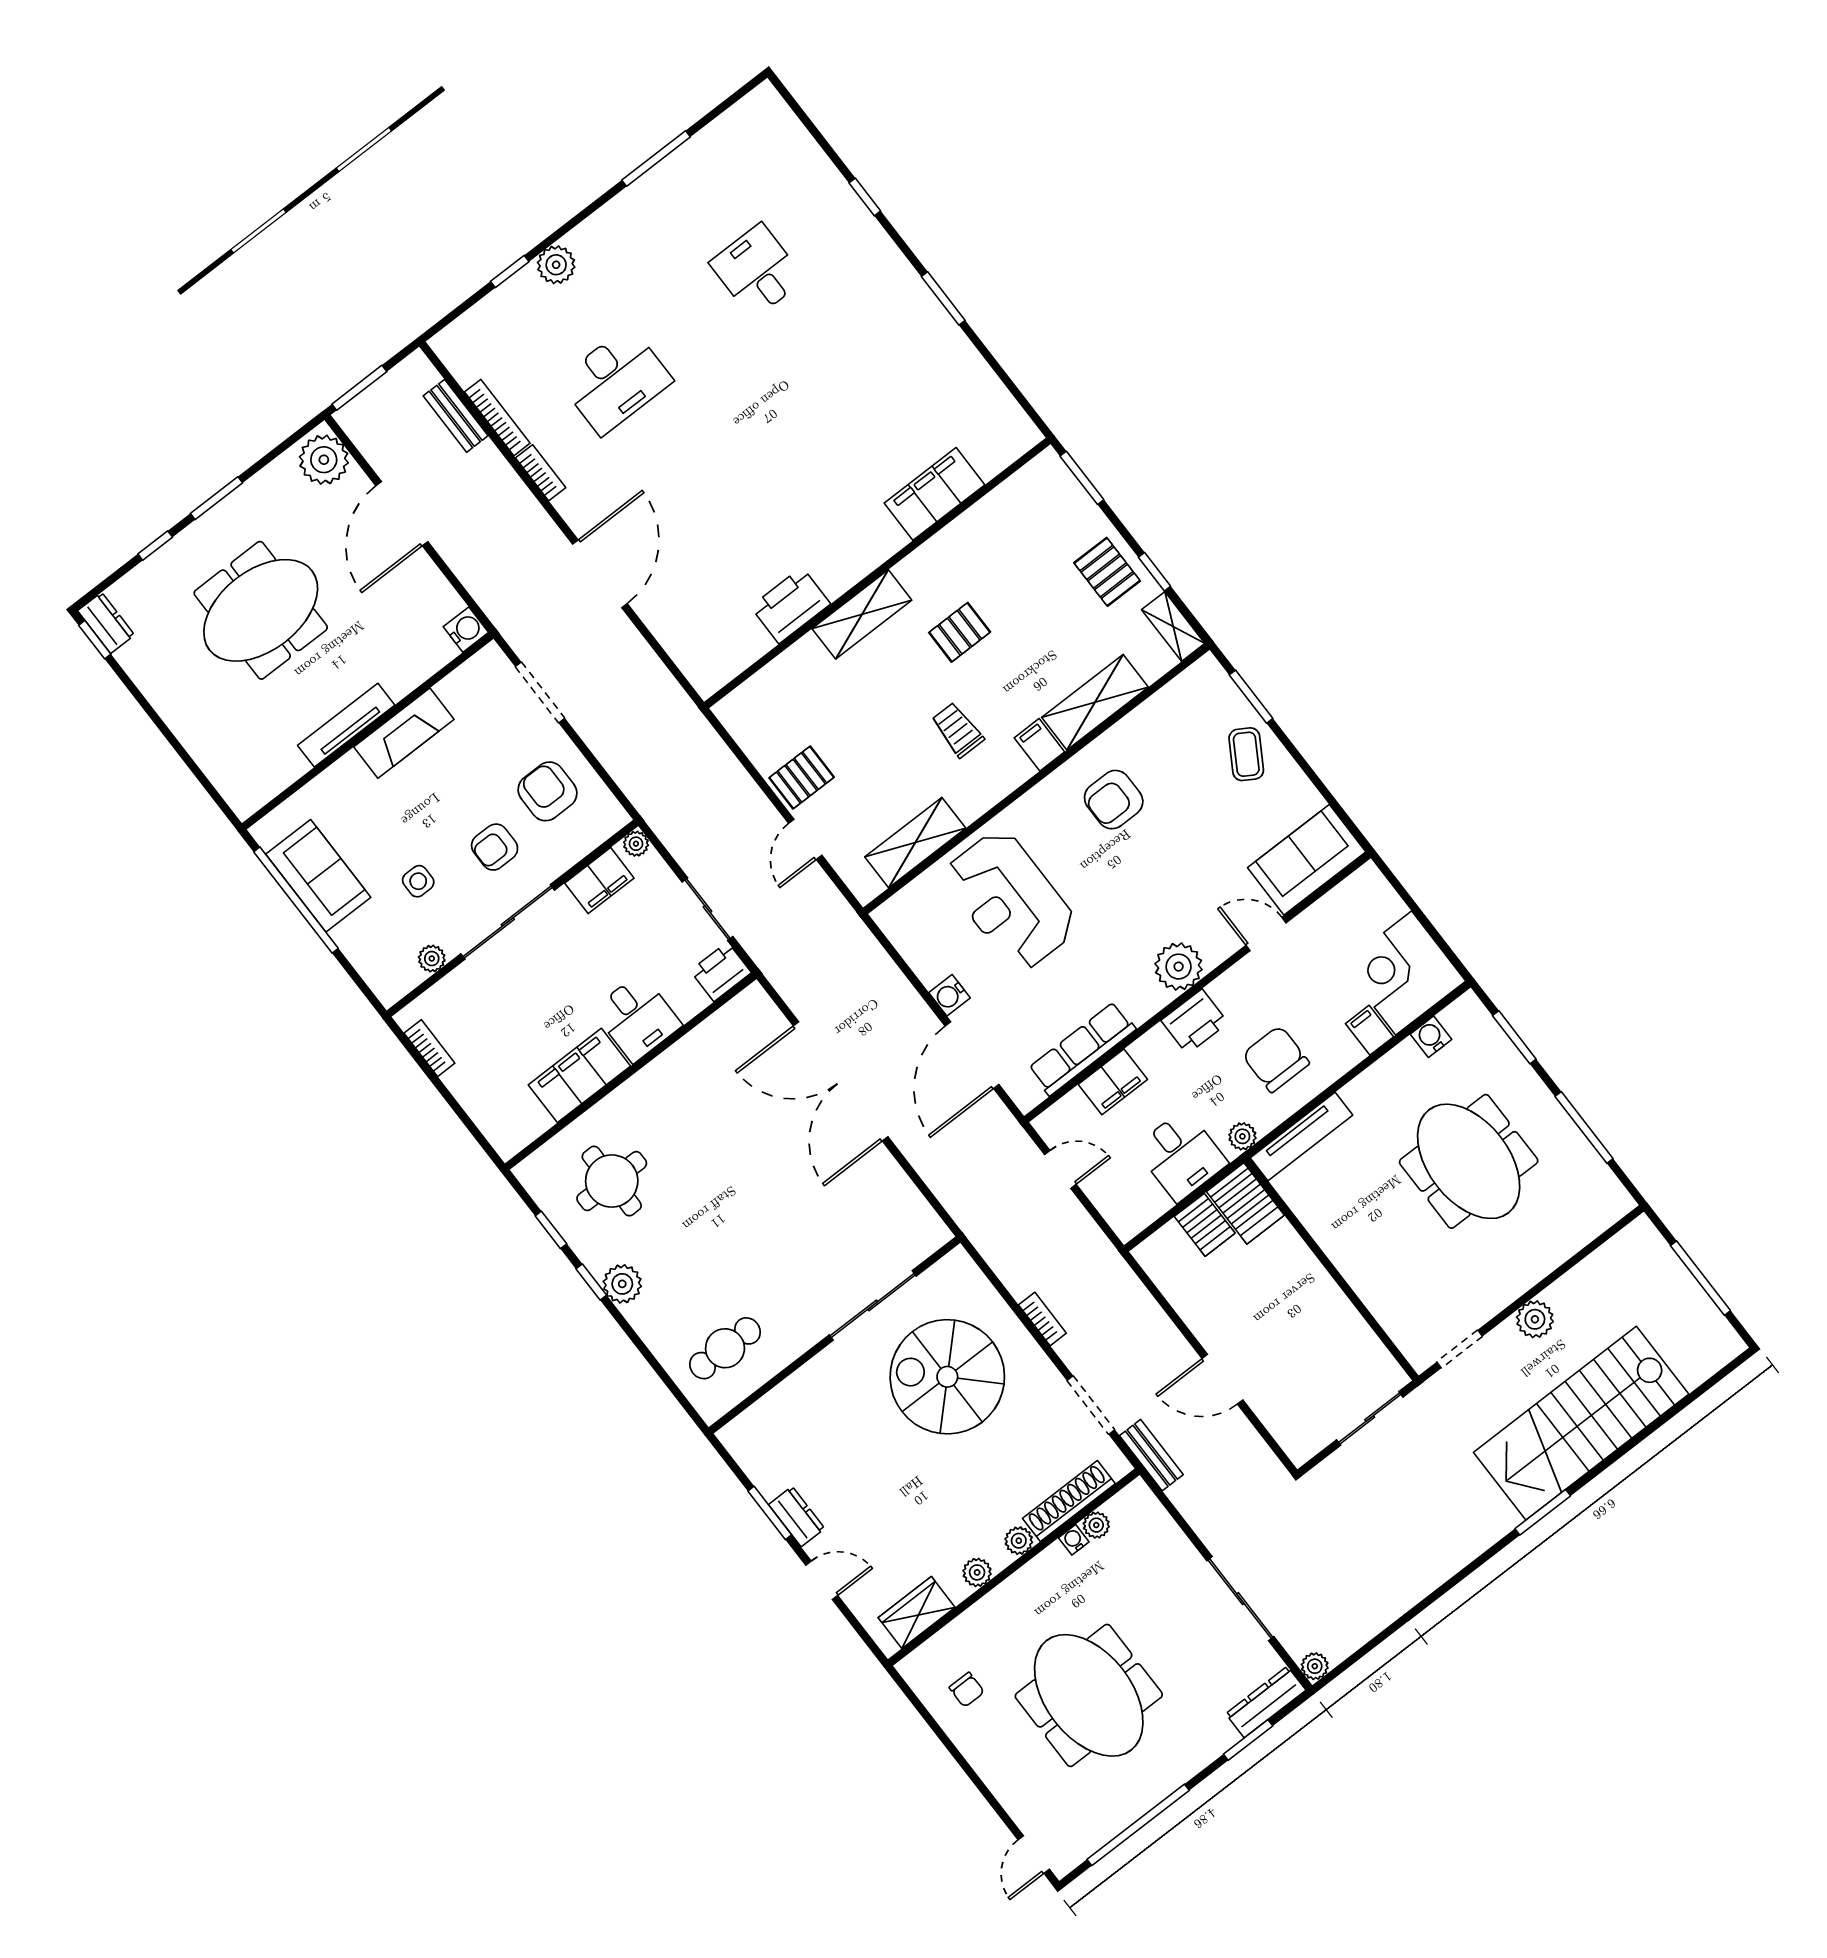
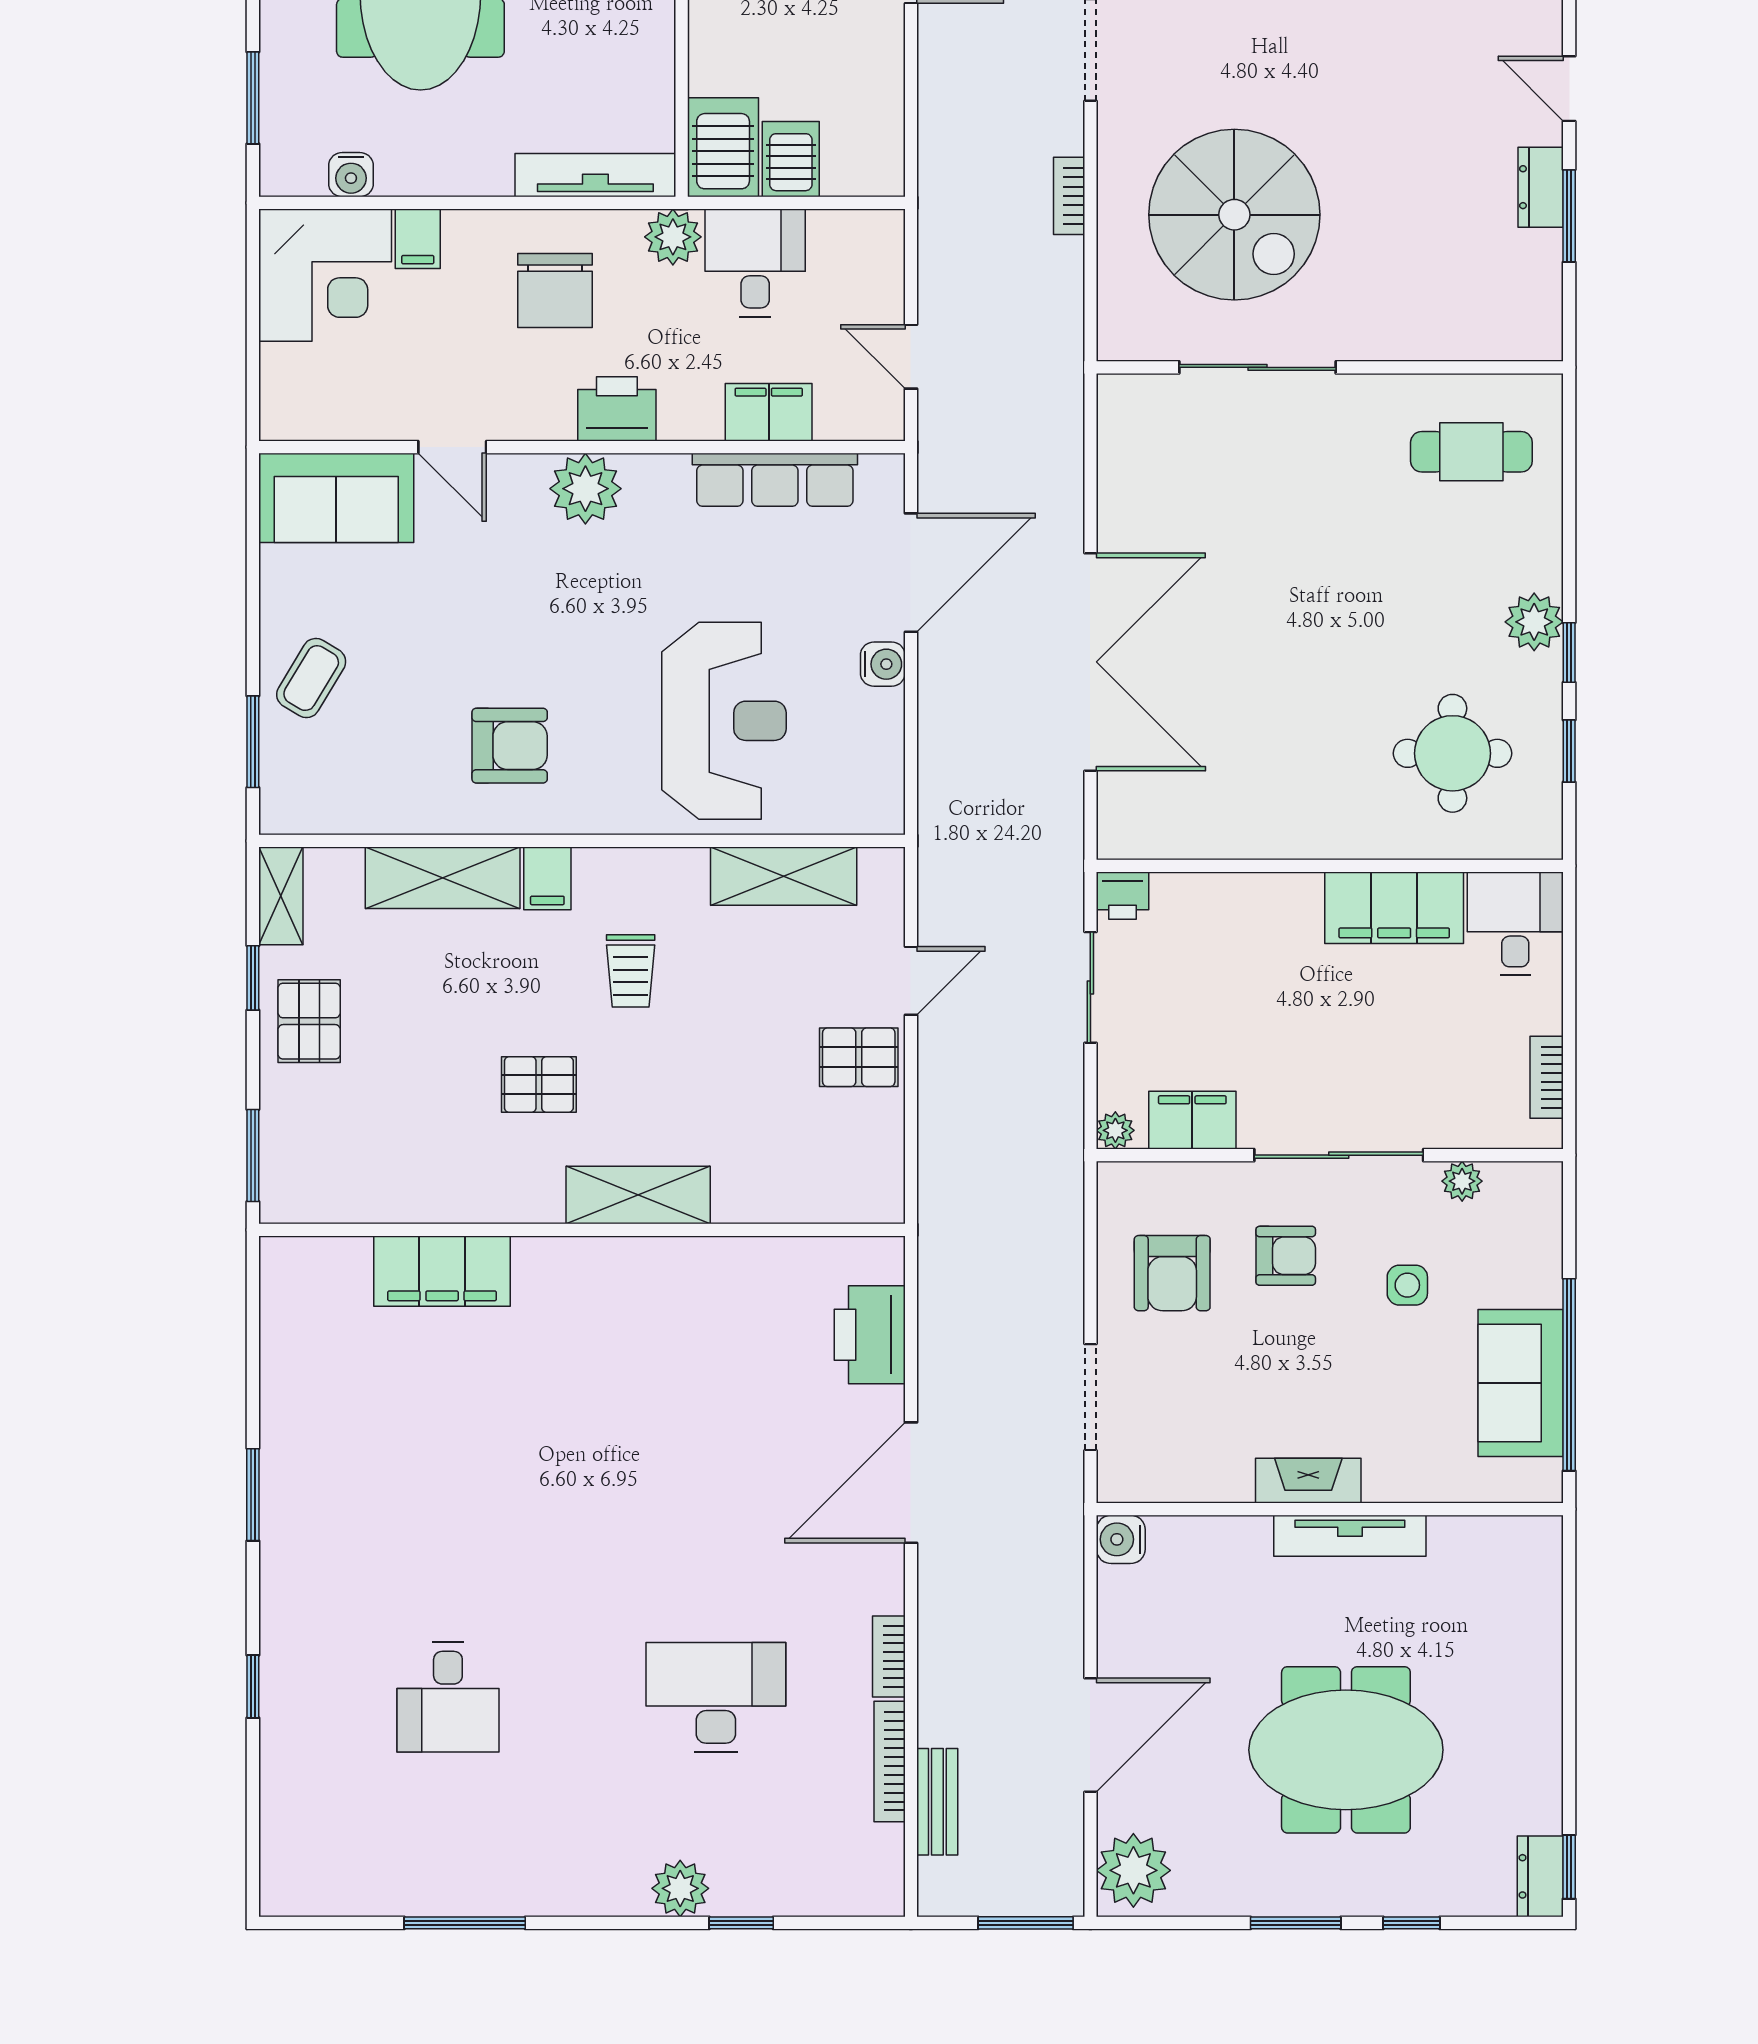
printer: (790, 605) -> (870, 1335), moved, turned 90
fireplace: (404, 733) -> (1308, 1481), width x0.73, depth x0.76
printer: (721, 972) -> (1123, 896), width x0.73, depth x0.81
desk: (637, 1018) -> (1515, 924), moved
plant: (1242, 1136) -> (673, 237), width x1.38, depth x1.38

